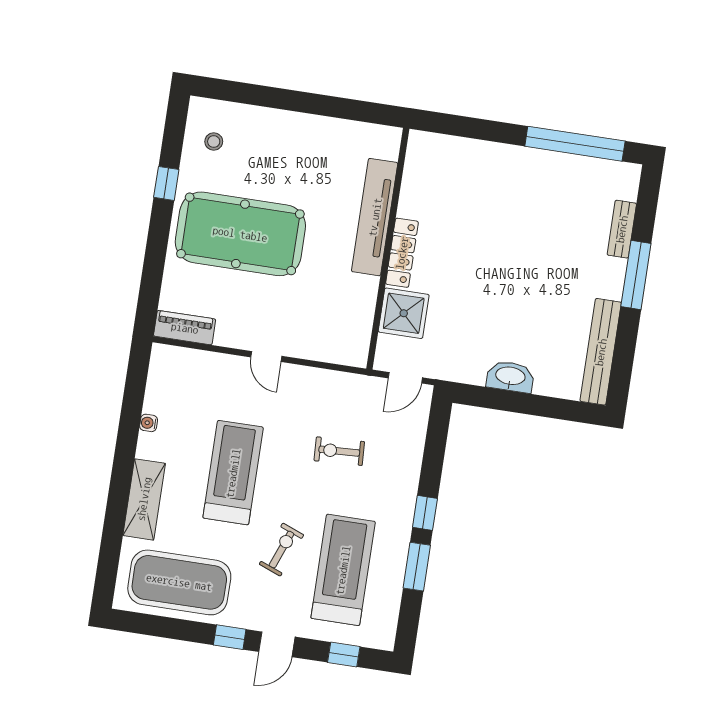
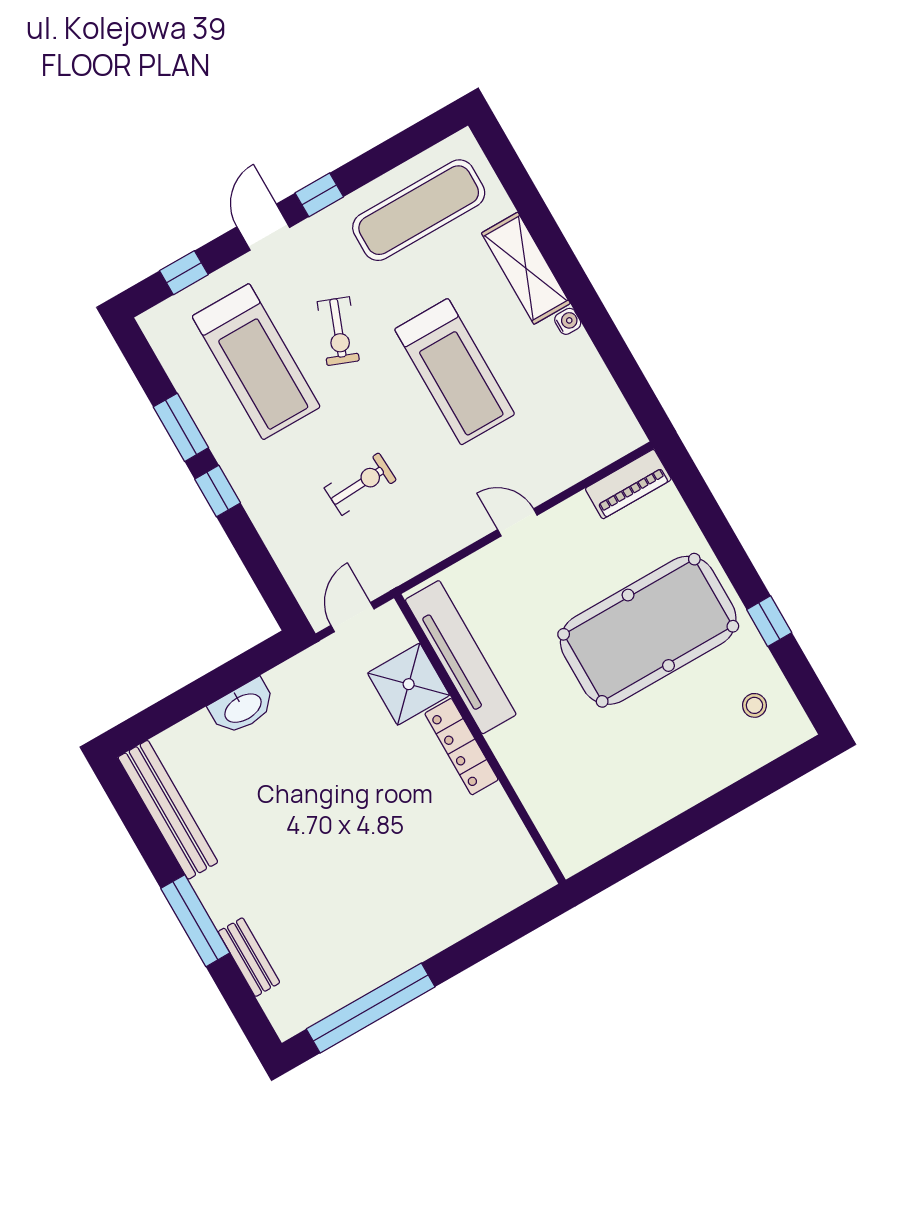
tv unit: (375, 217) -> (461, 657), moved
water cooler: (149, 423) -> (568, 321), moved
exercise mat: (179, 582) -> (419, 210), width x0.68

